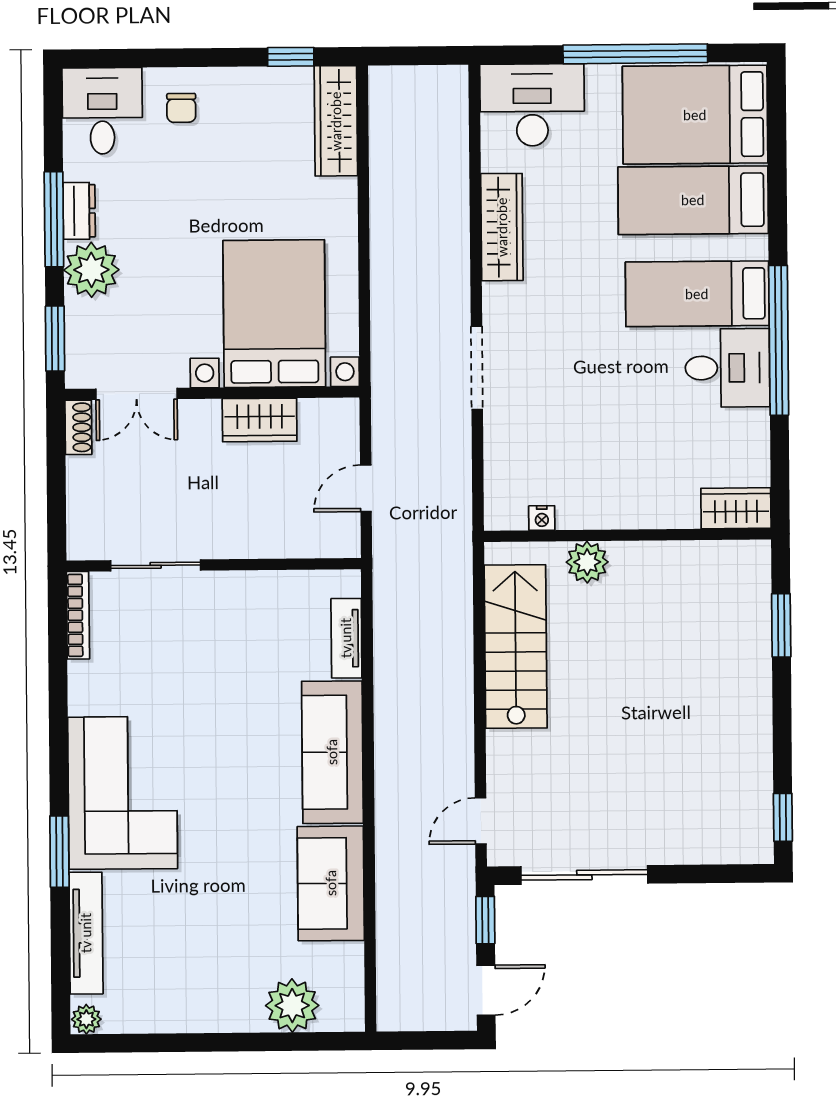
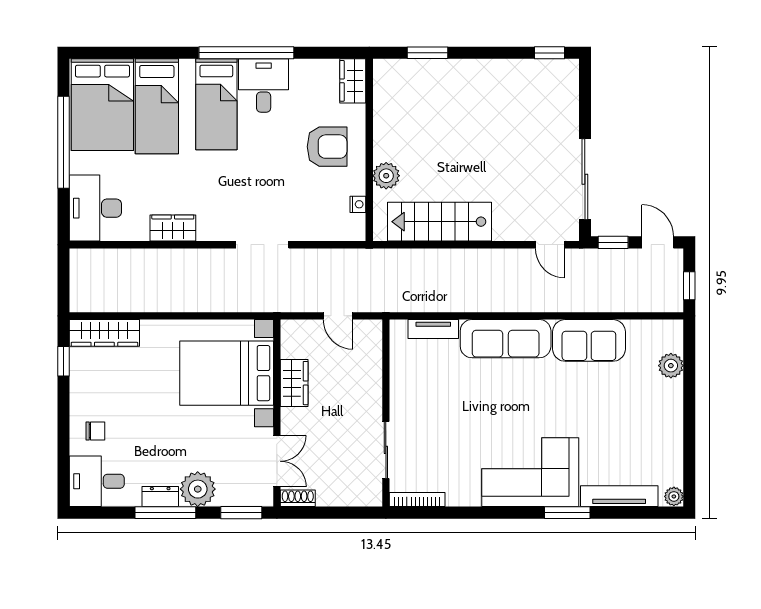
wardrobe: (502, 227) -> (173, 228), width x0.67
armchair: (632, 469) -> (327, 147), added
plant: (292, 1006) -> (671, 366), width x0.73, depth x0.73
window: (418, 1041) -> (689, 286), added

